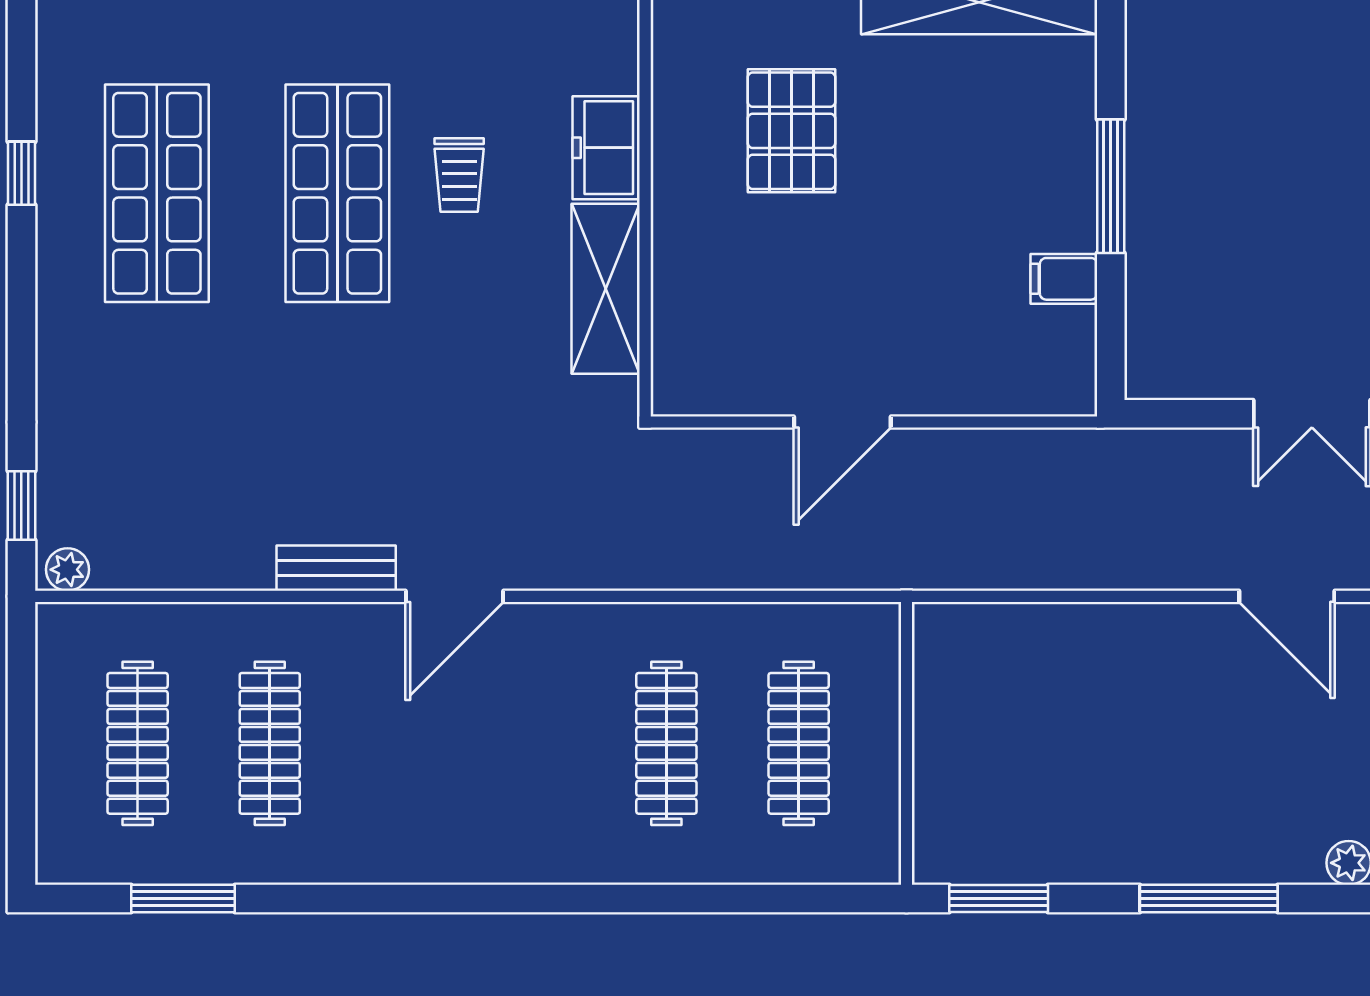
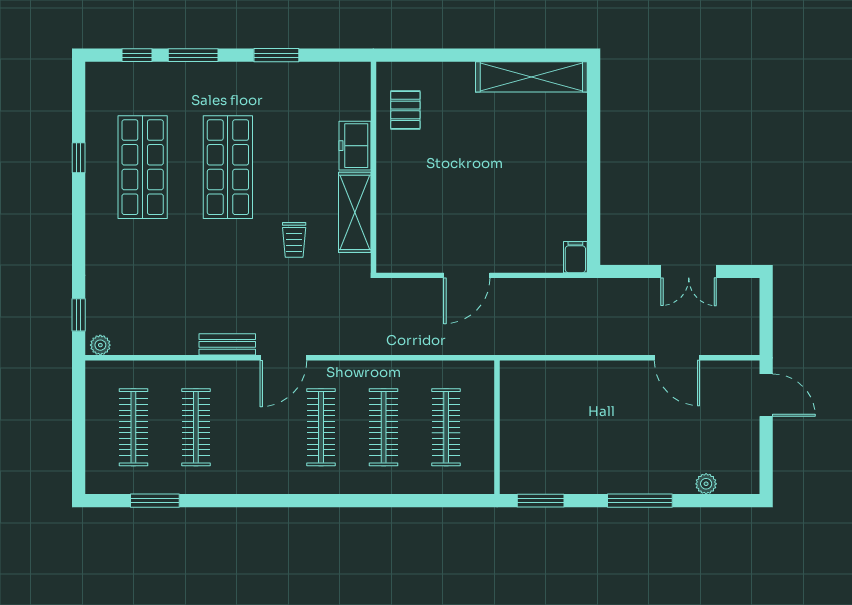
pallet: (791, 131) -> (405, 110), moved, width x0.67, depth x0.71
trolley: (459, 175) -> (294, 240), moved
window: (1111, 186) -> (594, 164), removed
filing cabinet: (1064, 279) -> (575, 257), moved, turned 90
clothes rail: (534, 743) -> (321, 427), added

